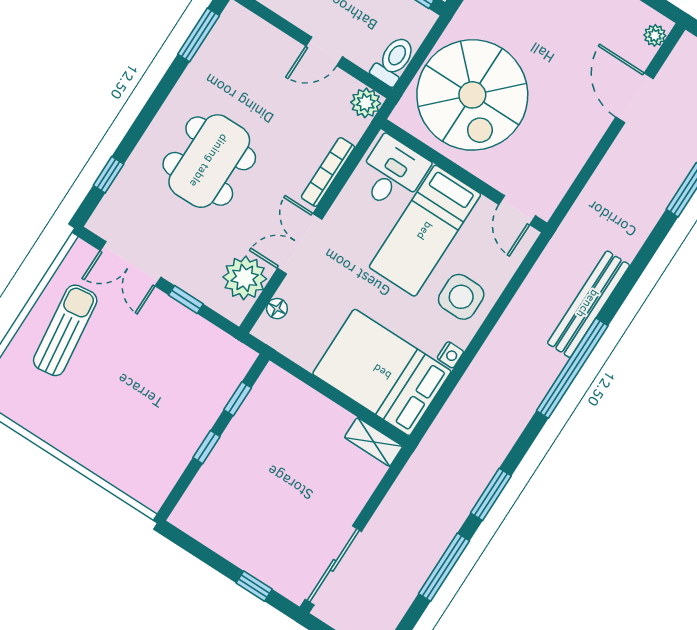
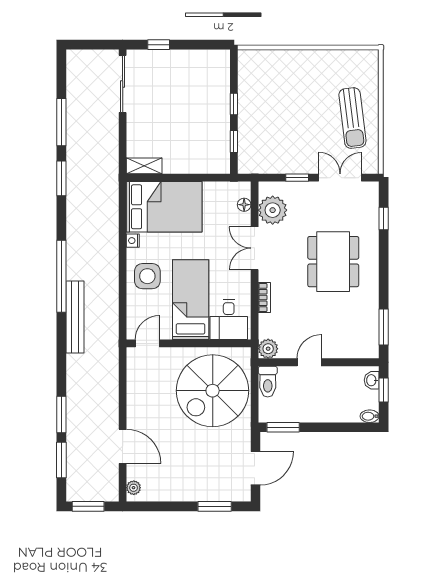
spiral stairs: (472, 95) -> (213, 391), turned -90
bookcase: (328, 172) -> (264, 298), width x0.64
door: (517, 210) -> (147, 343), hinge flipped
double door: (300, 244) -> (255, 248), swing flipped

